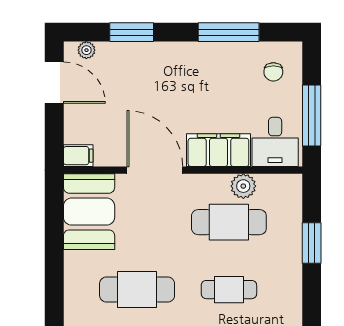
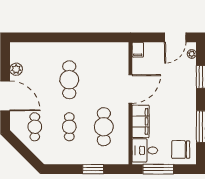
chair: (273, 72) -> (181, 149), width x1.87, depth x1.87
plant: (243, 186) -> (122, 134), removed
booth: (89, 212) -> (109, 55), removed

